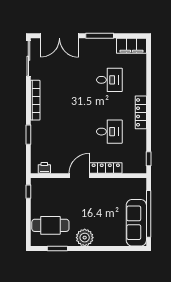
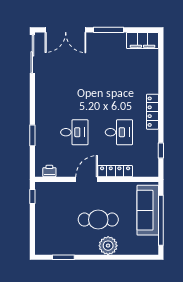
desk: (109, 80) -> (74, 132), moved
bookcase: (35, 100) -> (40, 99), removed
window: (149, 159) -> (161, 150), moved
sofa: (136, 223) -> (148, 210), moved
cafe table: (50, 225) -> (98, 220), moved
plant: (85, 238) -> (108, 246), moved

